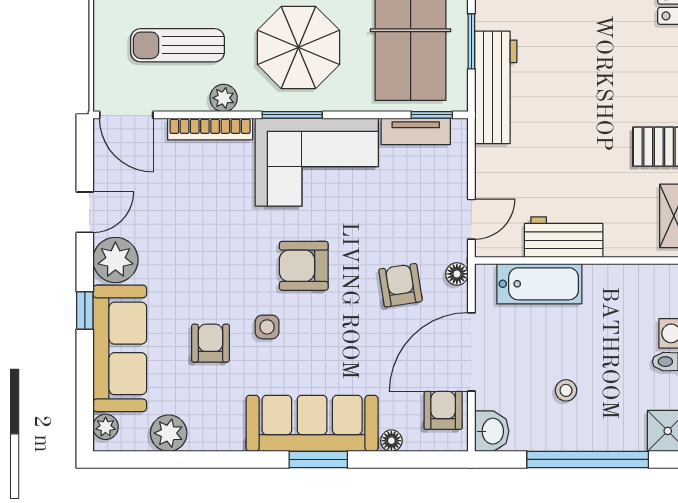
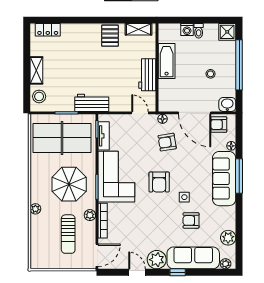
workbench: (496, 87) -> (92, 103), width x0.73
bathtub: (539, 284) -> (167, 61), moved
window: (318, 459) -> (239, 176), width x1.44

